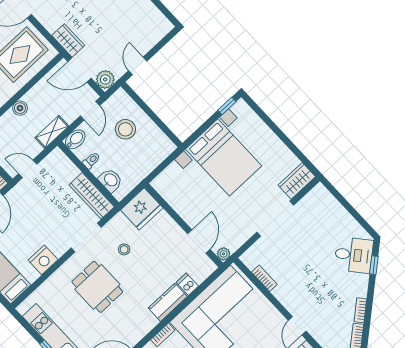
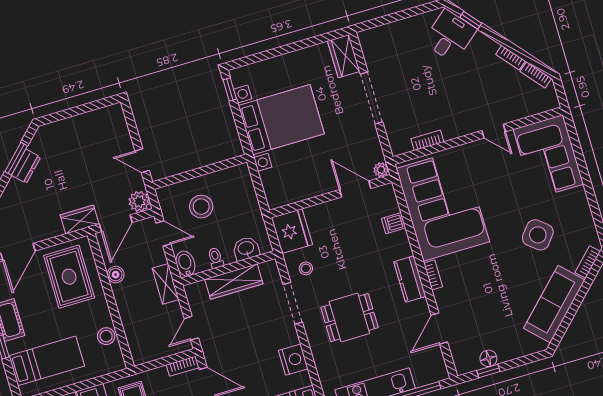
boiler: (20, 108) -> (116, 275), moved
wardrobe: (92, 196) -> (234, 281), moved
stool: (124, 249) -> (306, 268), moved
kitchen counter: (168, 302) -> (410, 279), moved

